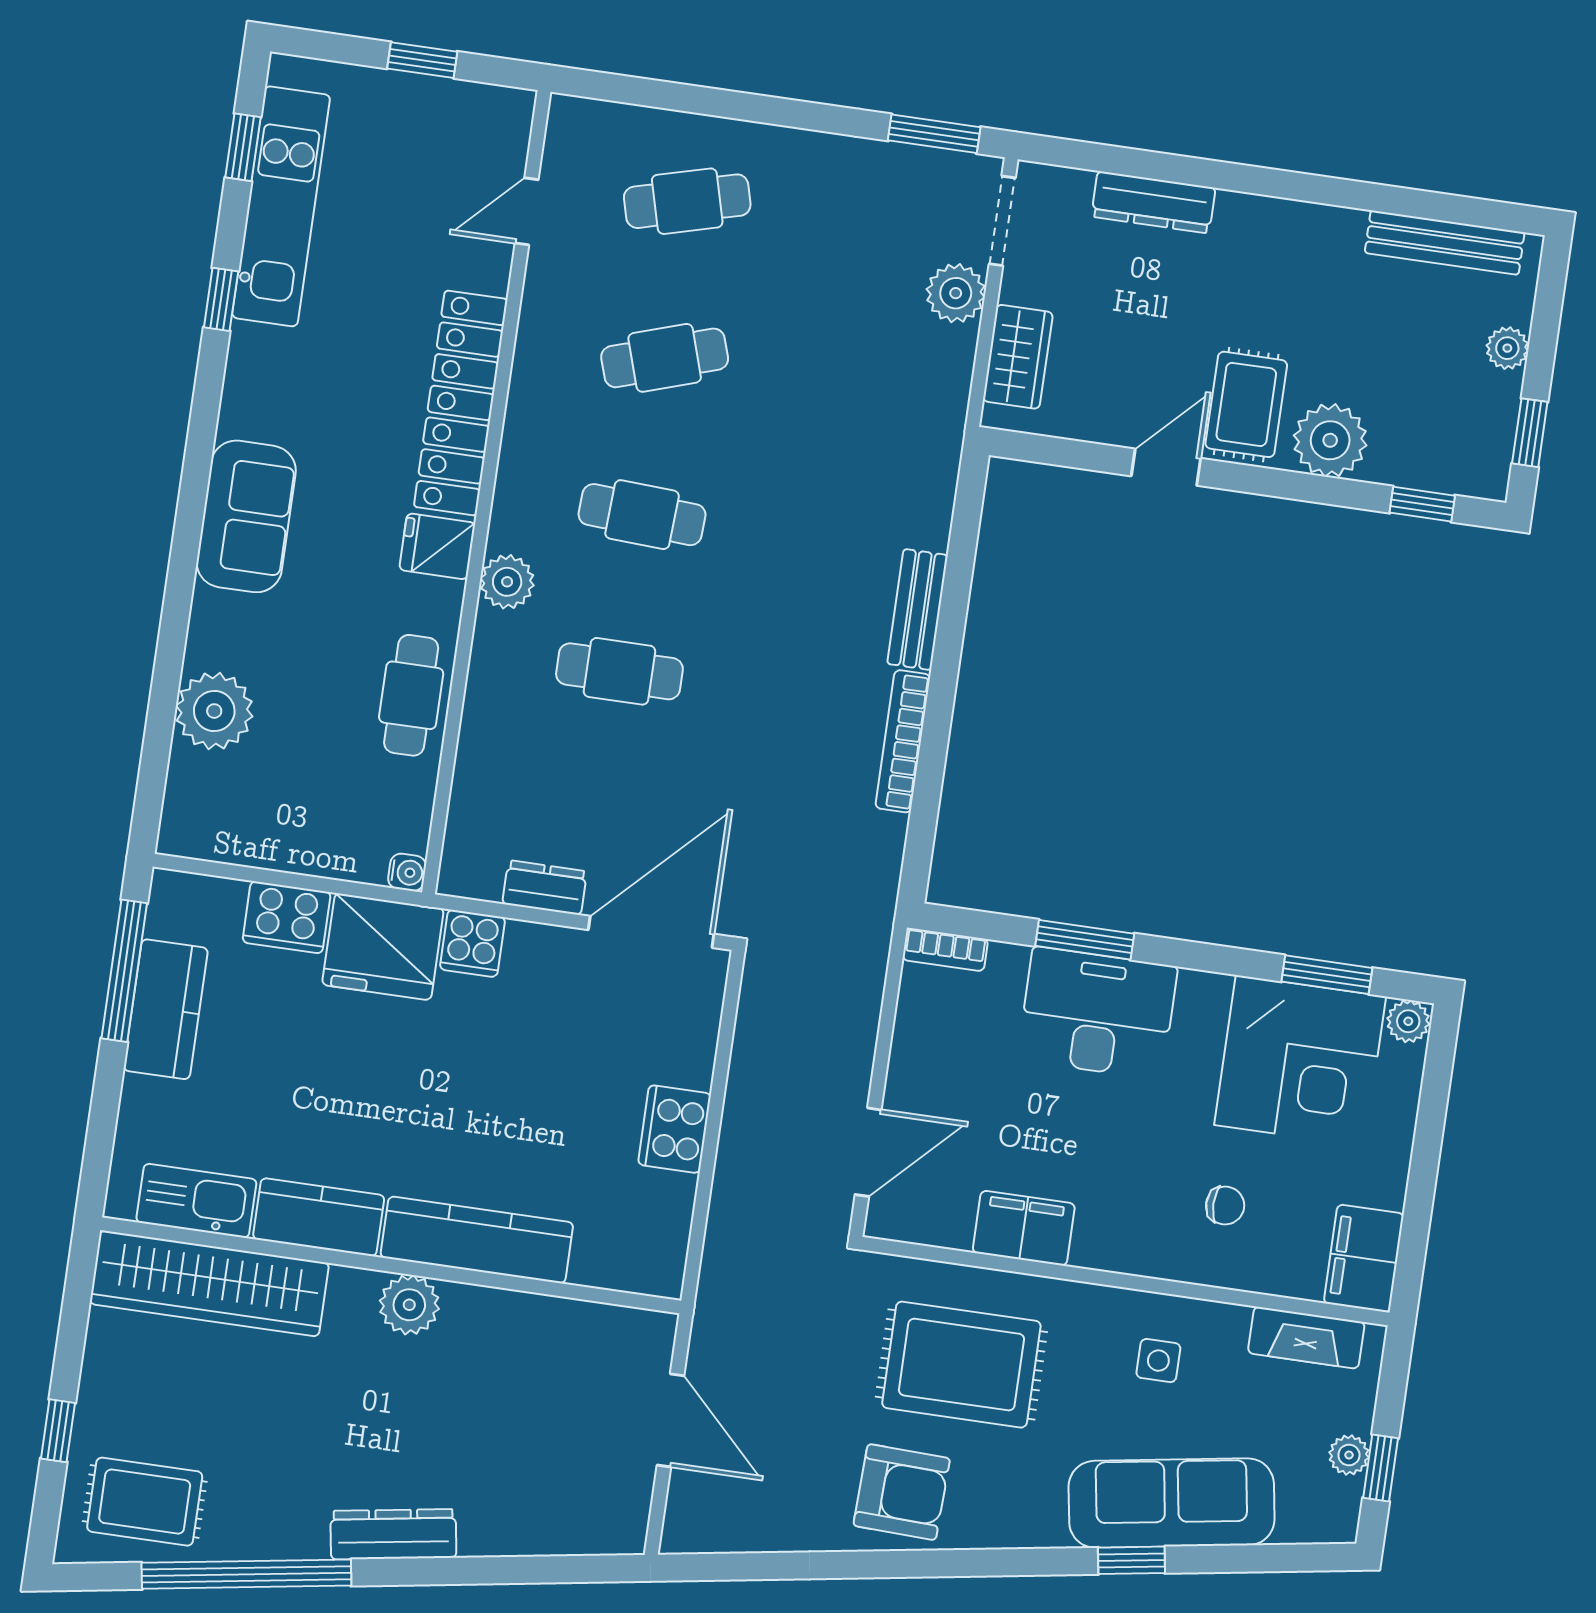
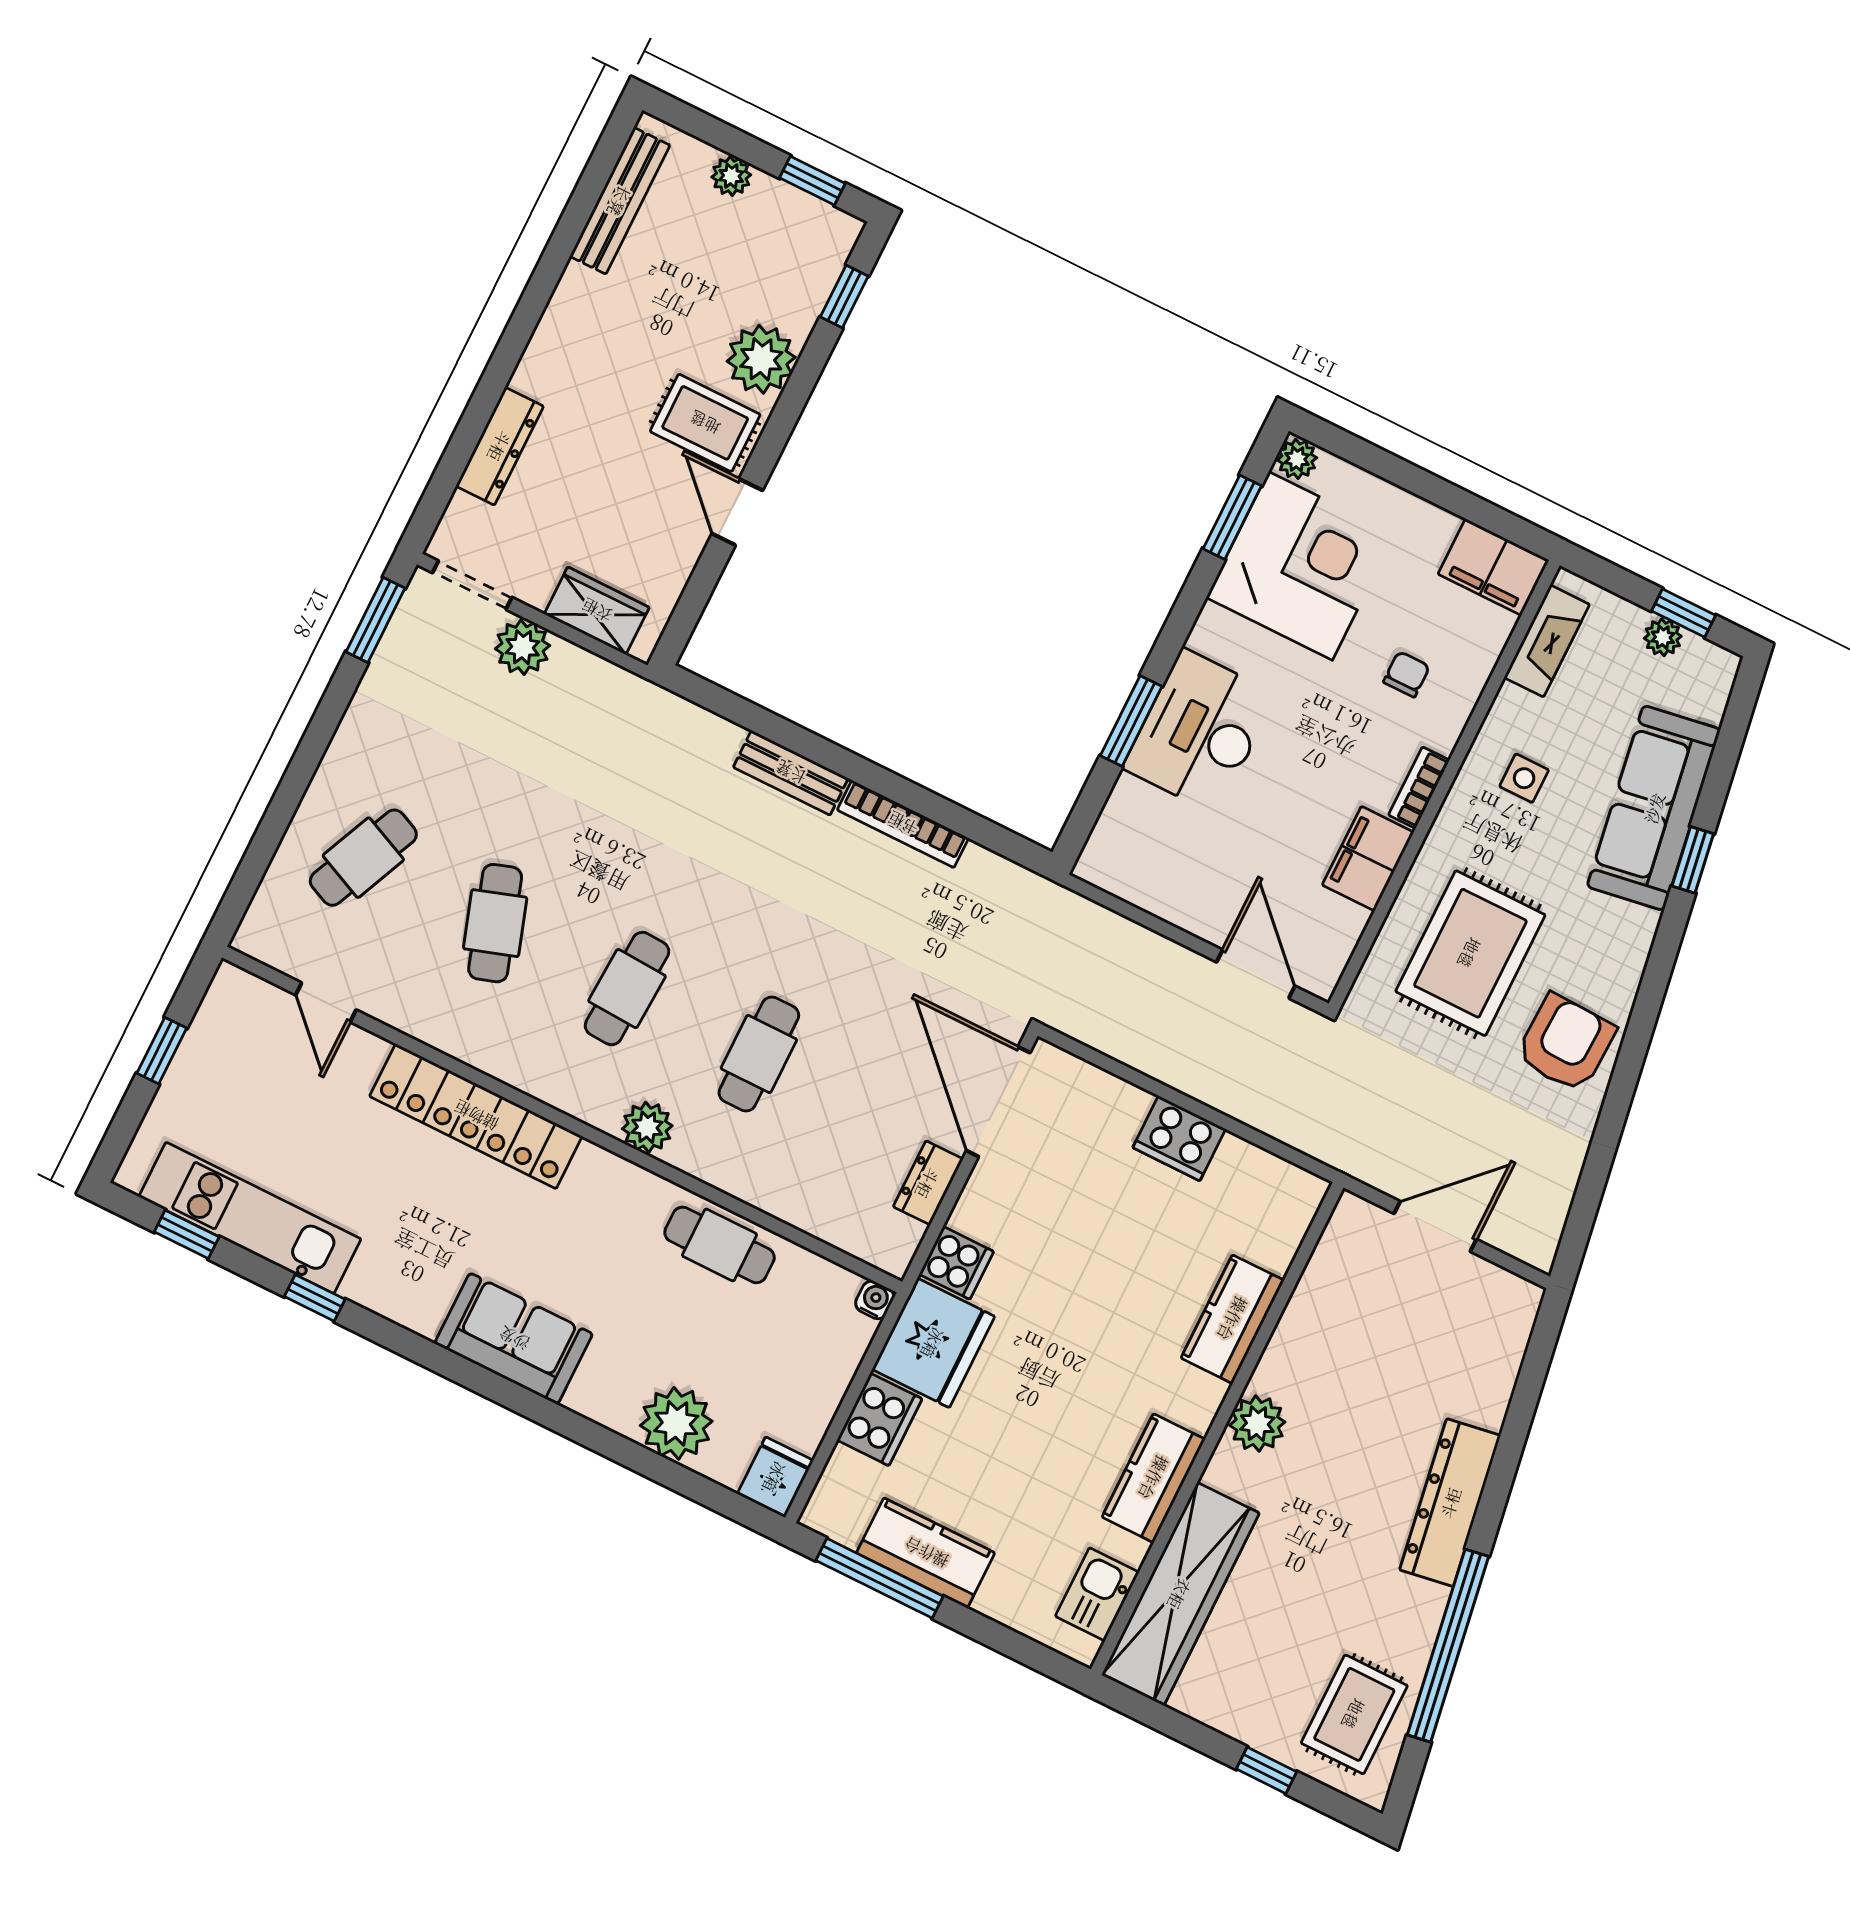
cafe table: (687, 201) -> (363, 858), turned 39
fridge: (437, 546) -> (775, 1477), moved, turned 180
bookcase: (945, 950) -> (1419, 788), moved, turned 180
kitchen sink: (196, 1201) -> (1097, 1594), width x0.73
kitchen counter: (477, 1240) -> (1233, 1319), width x0.67
dresser: (393, 1534) -> (1450, 1503), width x1.37, depth x1.24

